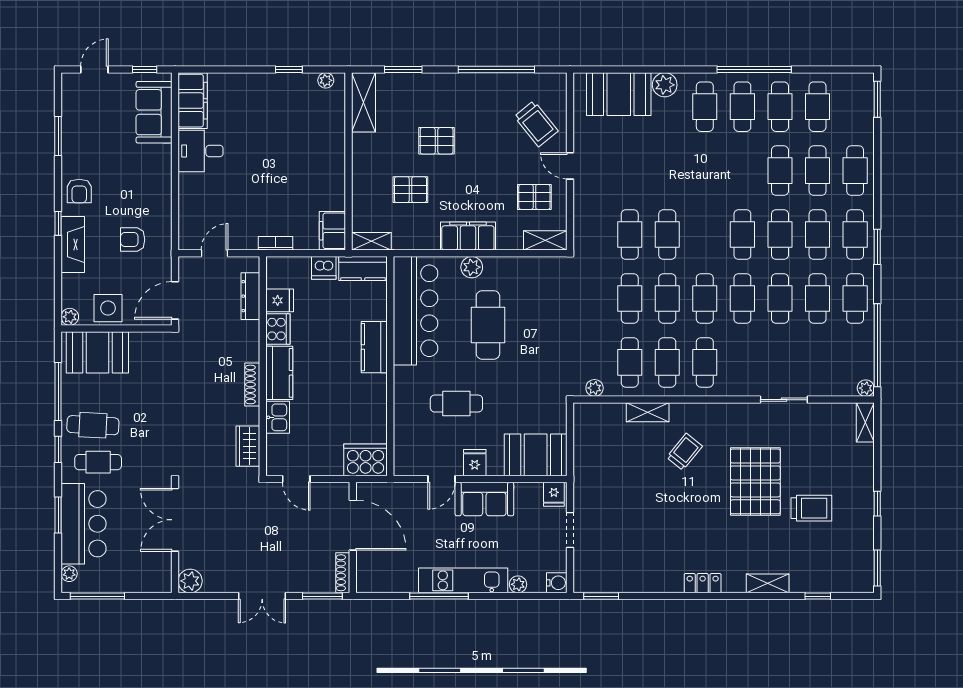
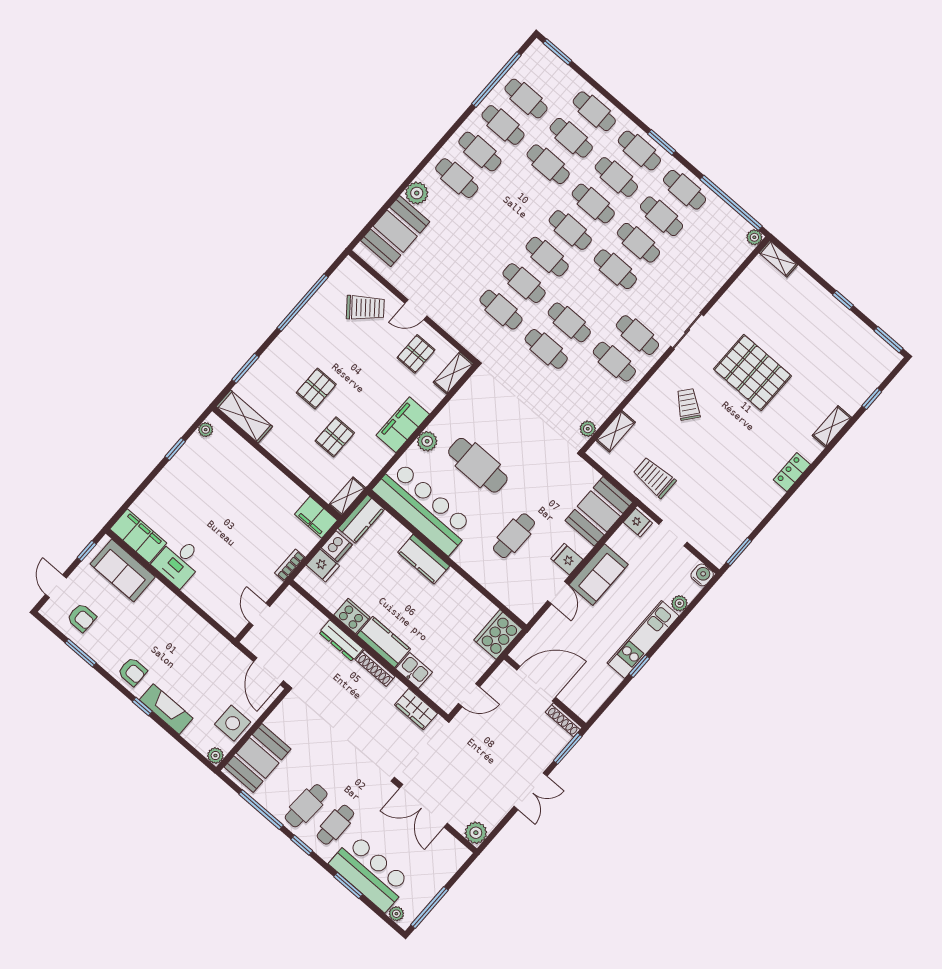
window: (754, 69) -> (496, 80), moved
armchair: (133, 240) -> (82, 618), moved, turned -90
dresser: (250, 296) -> (341, 641), moved
cafe table: (705, 298) -> (547, 257), moved
fridge: (280, 300) -> (323, 566), moved, turned 90
cafe table: (630, 362) -> (591, 388), removed
sliding door: (784, 400) -> (687, 331), moved
shelving: (648, 412) -> (616, 431), moved
trolley: (811, 508) -> (654, 477), moved, turned -90
window: (439, 596) -> (639, 666), width x0.46

